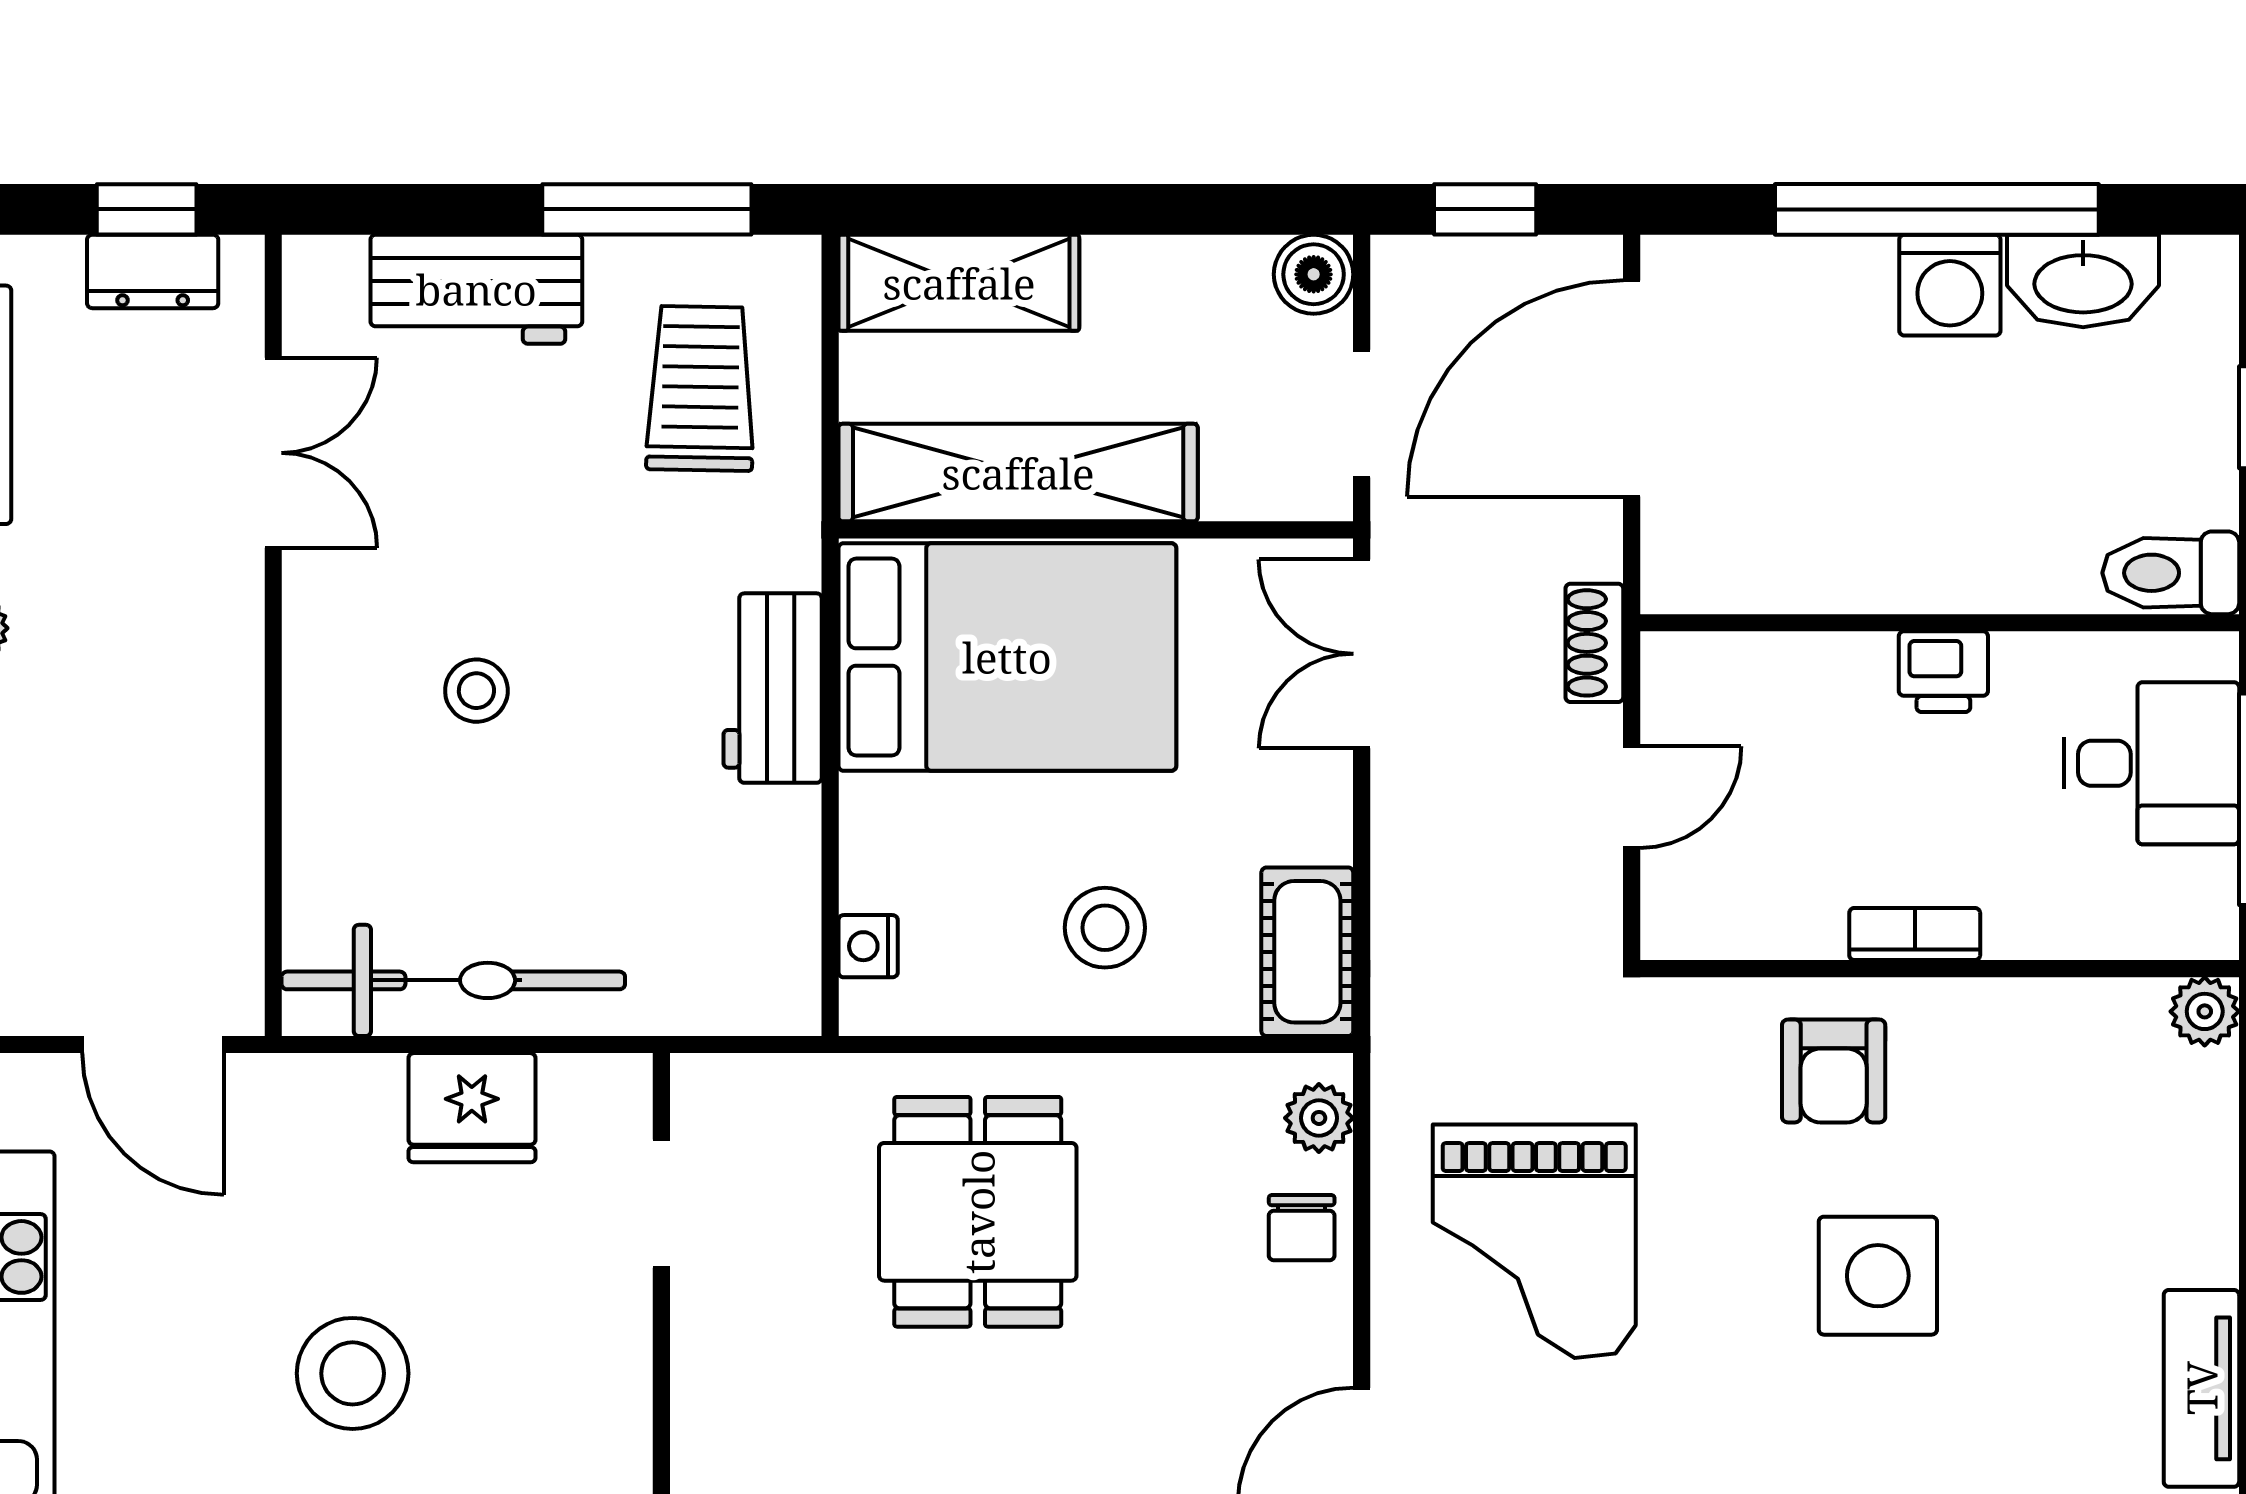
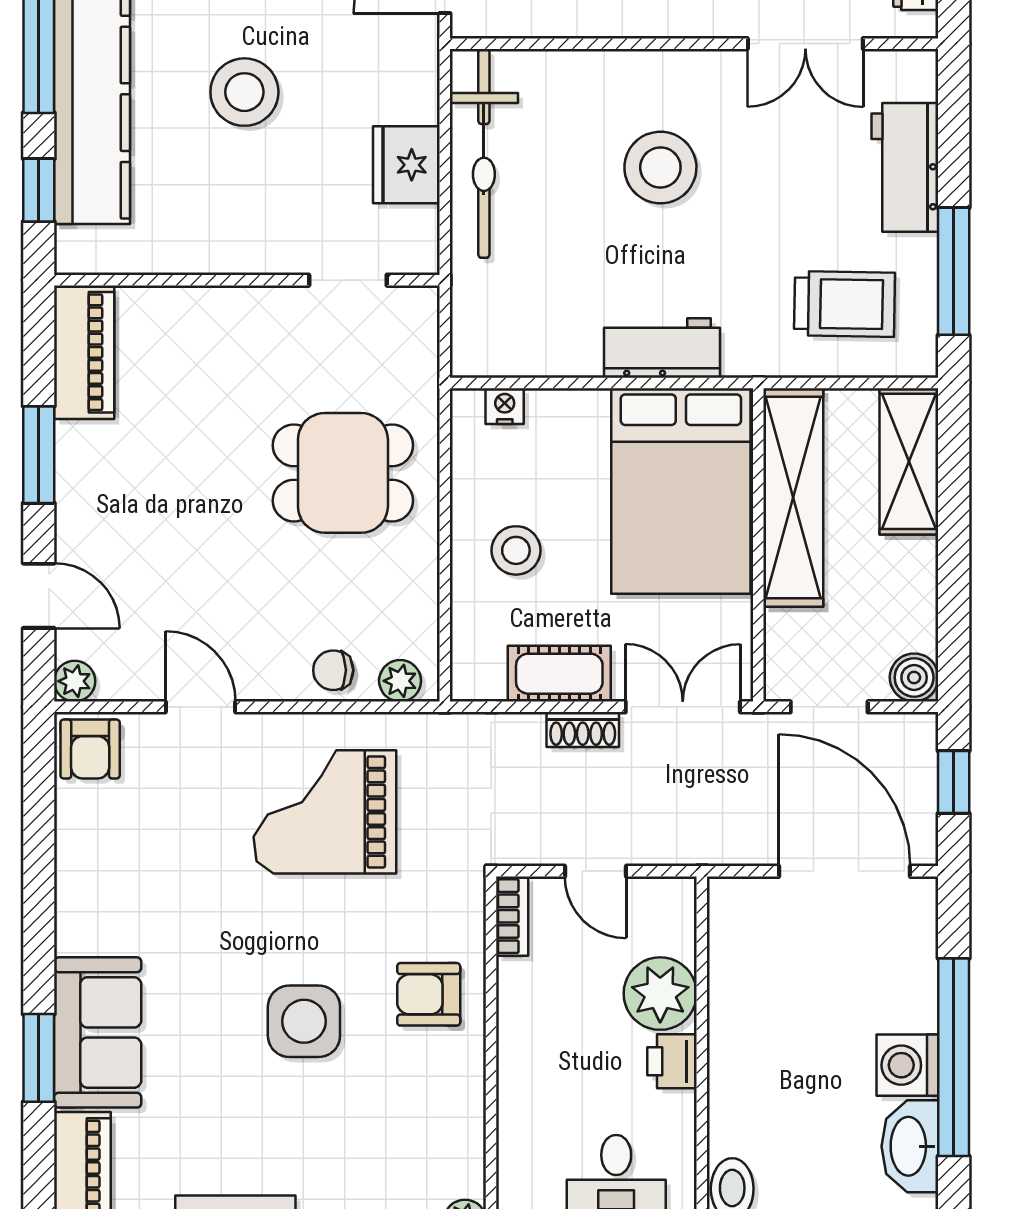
shoe rack: (1594, 643) -> (583, 729), moved, turned 180
stool: (476, 691) -> (660, 168), width x1.89, depth x1.89
plant: (1832, 691) -> (660, 994), added
bookcase: (1915, 934) -> (512, 916), moved
cot: (1307, 952) -> (559, 674), moved

